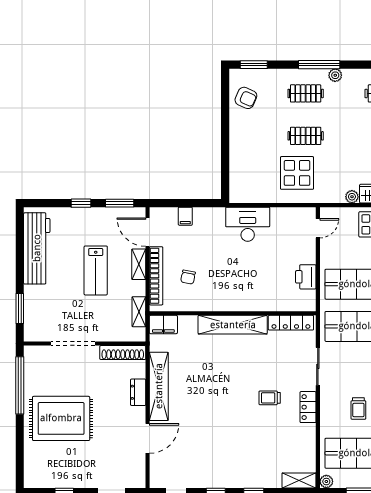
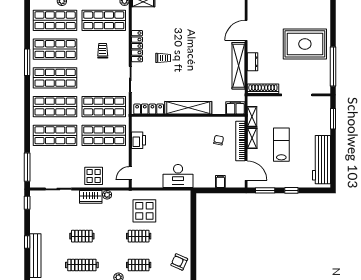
shelving: (139, 264) -> (252, 138), moved
locker: (308, 407) -> (137, 46), width x1.53

